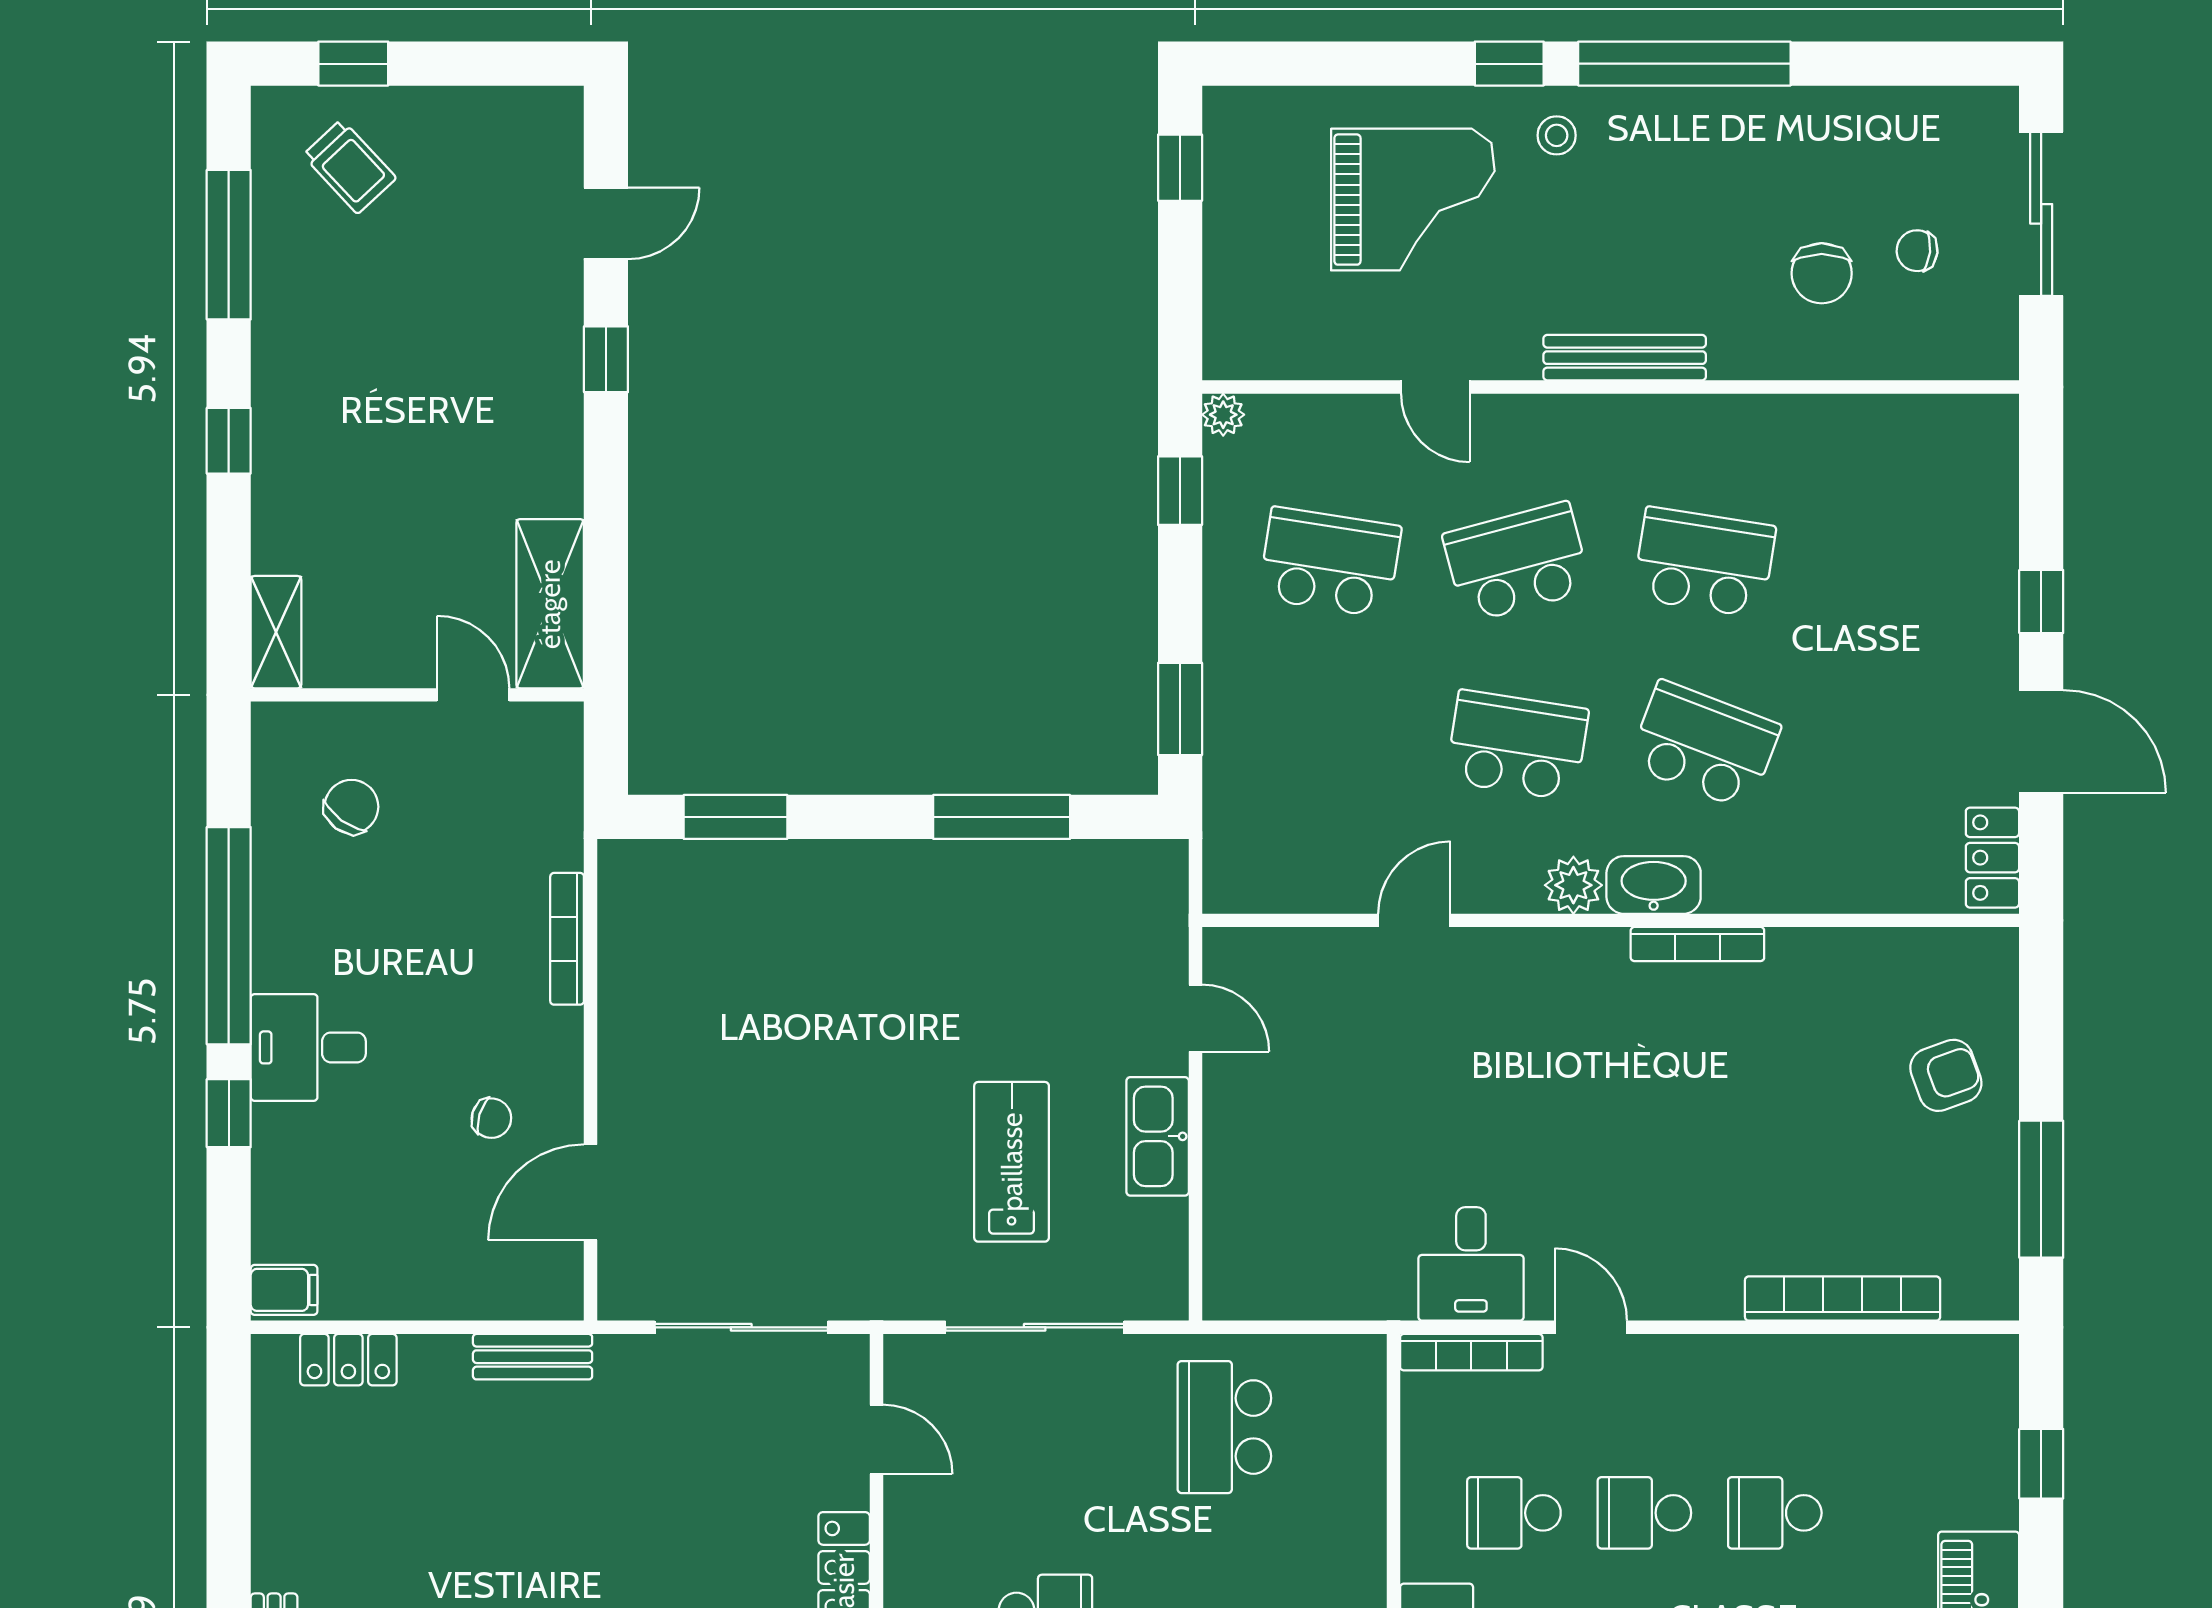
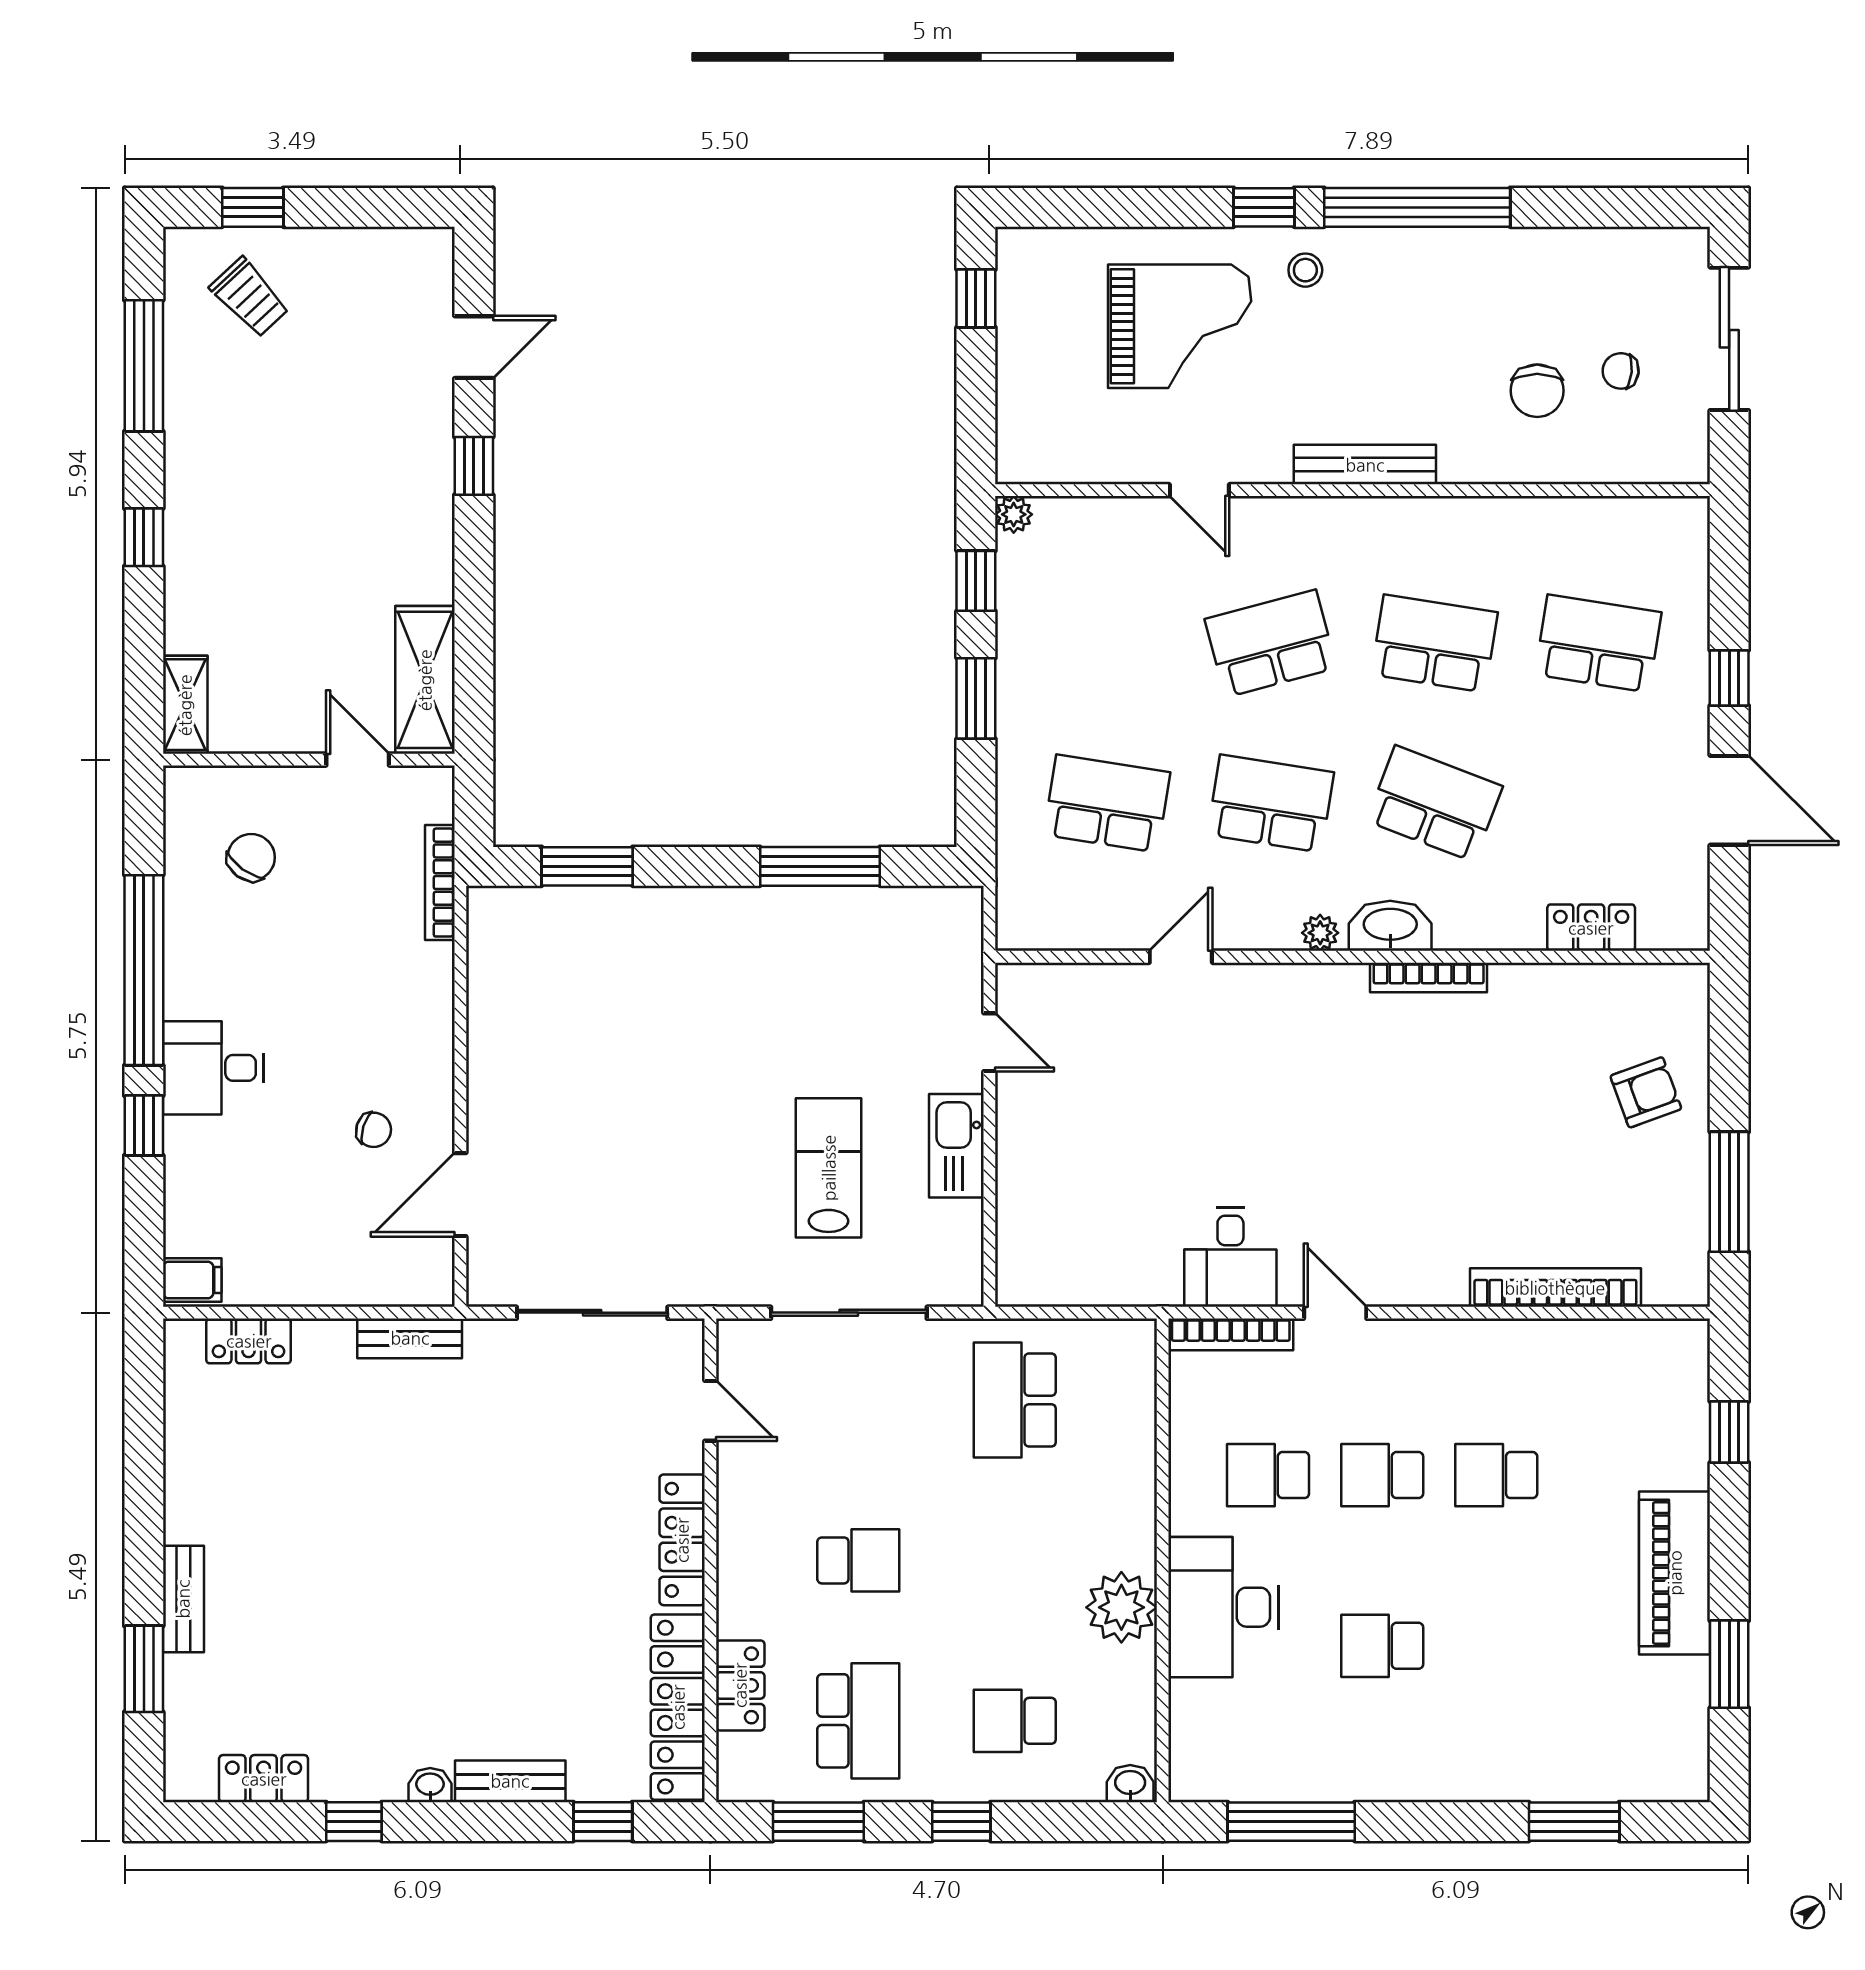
school desk: (1330, 562) -> (1107, 803), moved
school desk: (1891, 562) -> (1598, 643), added
window: (1180, 709) -> (976, 698), moved
locker: (1992, 858) -> (1591, 928), moved, turned 90
plant: (1573, 885) -> (1320, 933), width x0.73, depth x0.73
bookcase: (567, 939) -> (440, 883), moved

